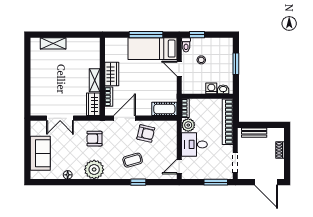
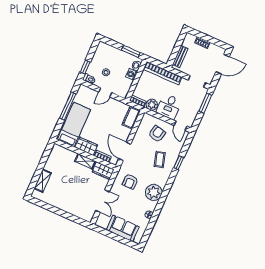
bed: (152, 49) -> (74, 125), moved, turned 180
window: (236, 64) -> (131, 51), moved
armchair: (146, 133) -> (157, 134), moved

